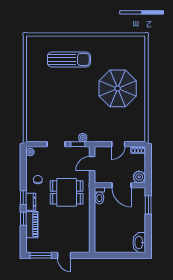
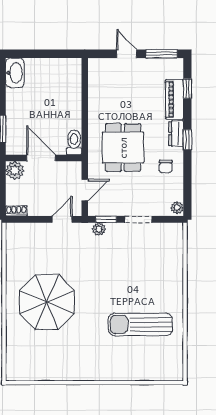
sun lounger: (69, 59) -> (140, 324), moved
door: (118, 144) -> (62, 219), moved
dining table: (67, 192) -> (123, 148), turned 90
window: (23, 219) -> (187, 89), moved

